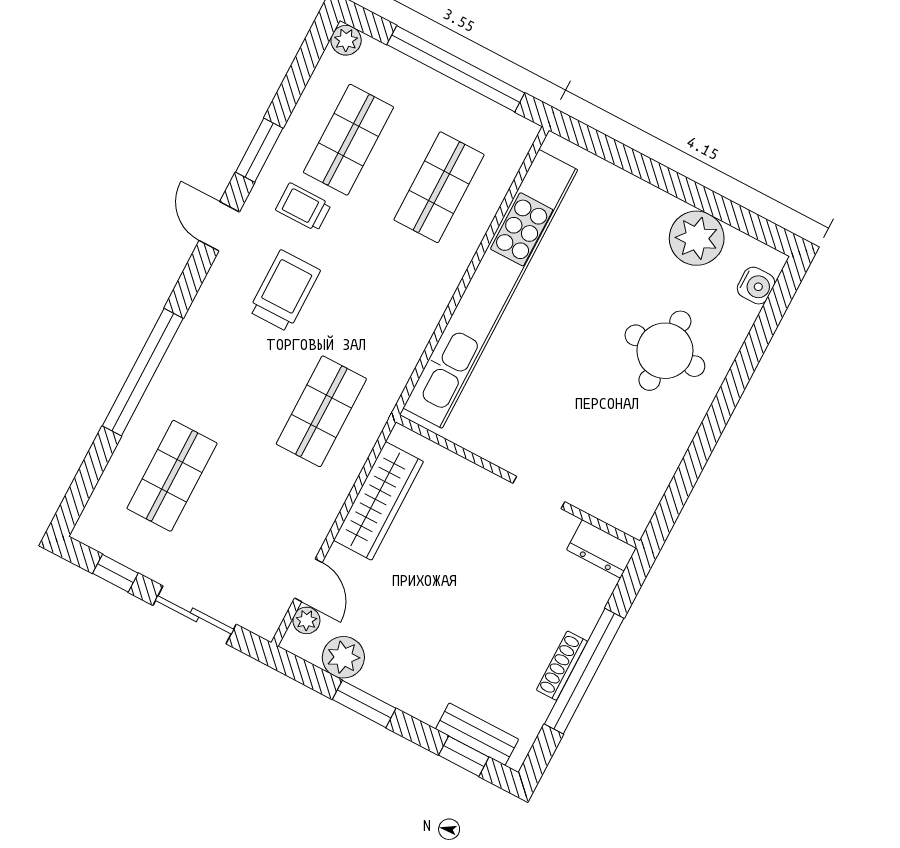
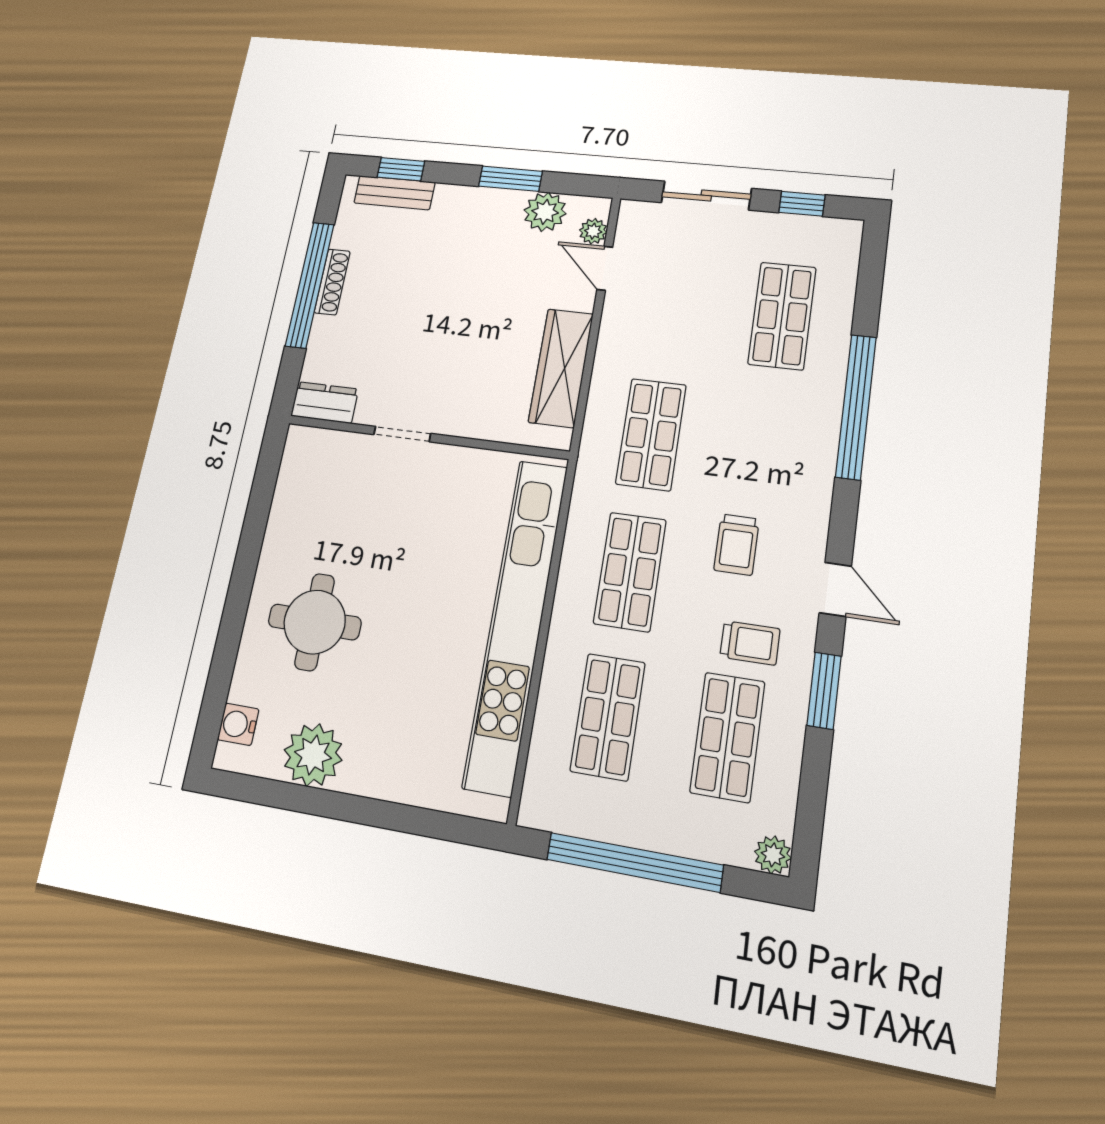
trolley: (284, 291) -> (737, 545), width x0.73, depth x0.72
shop shelf: (380, 299) -> (630, 572), added

